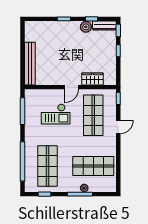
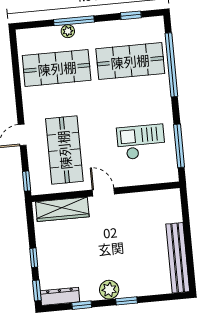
plant: (86, 27) -> (109, 290), moved
bench: (30, 64) -> (178, 258), moved
wardrobe: (93, 79) -> (62, 209), width x1.50
door: (72, 87) -> (103, 192), hinge flipped
checkout: (56, 114) -> (141, 142), moved
shop shelf: (48, 166) -> (130, 61), turned 90

